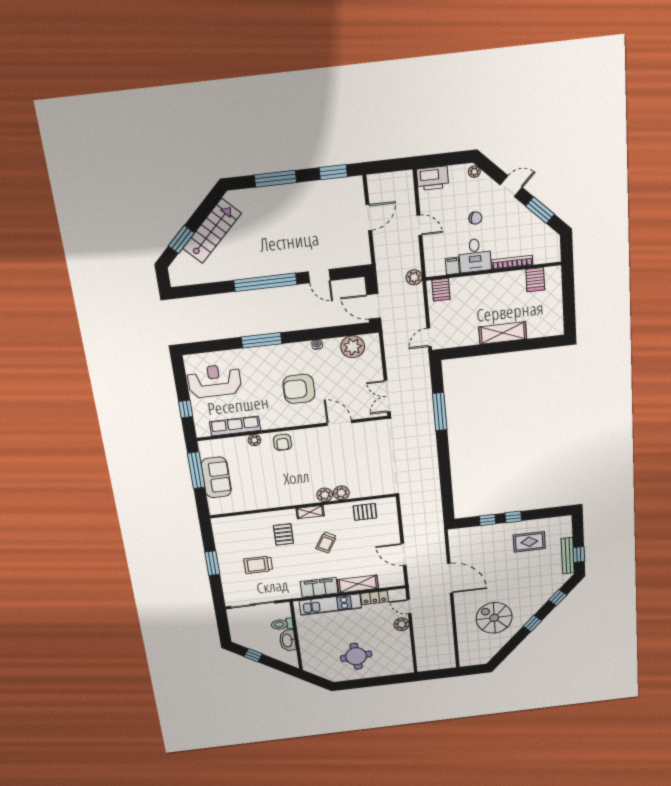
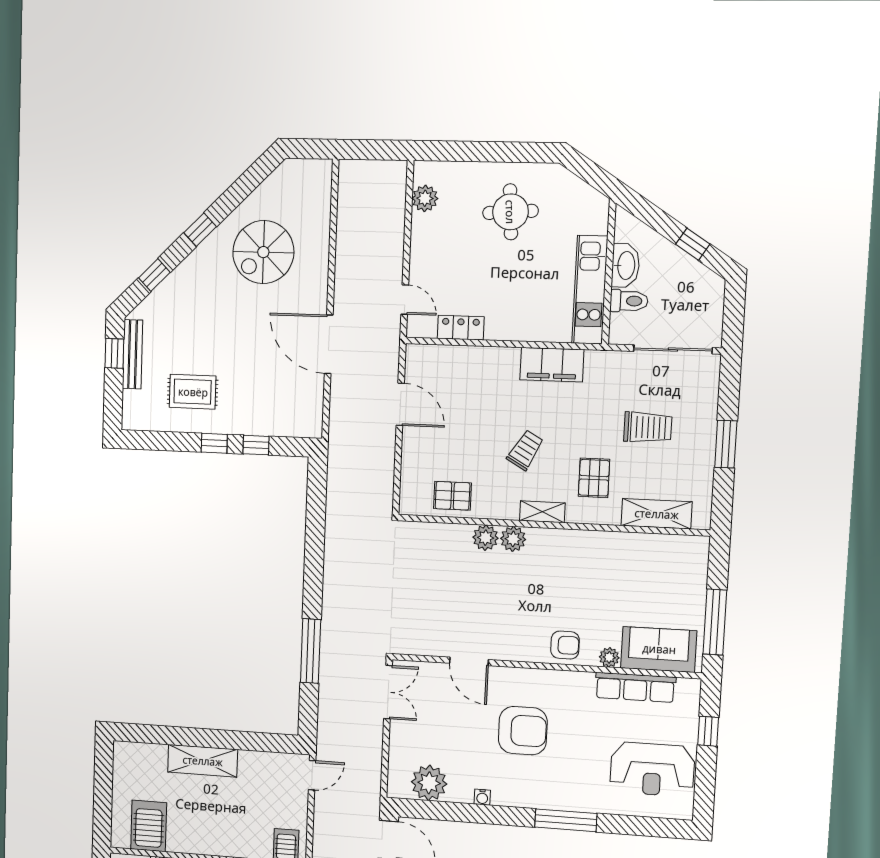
server rack: (535, 280) -> (149, 826), width x1.36, depth x1.44
armchair: (282, 442) -> (565, 645), turned 90
sofa: (216, 477) -> (659, 649), moved, turned 90
shelving: (358, 584) -> (657, 514), moved
kitchen unit: (330, 604) -> (590, 290), moved, turned -90
spiral stairs: (494, 618) -> (263, 252), turned 90
plant: (402, 624) -> (425, 198), moved

